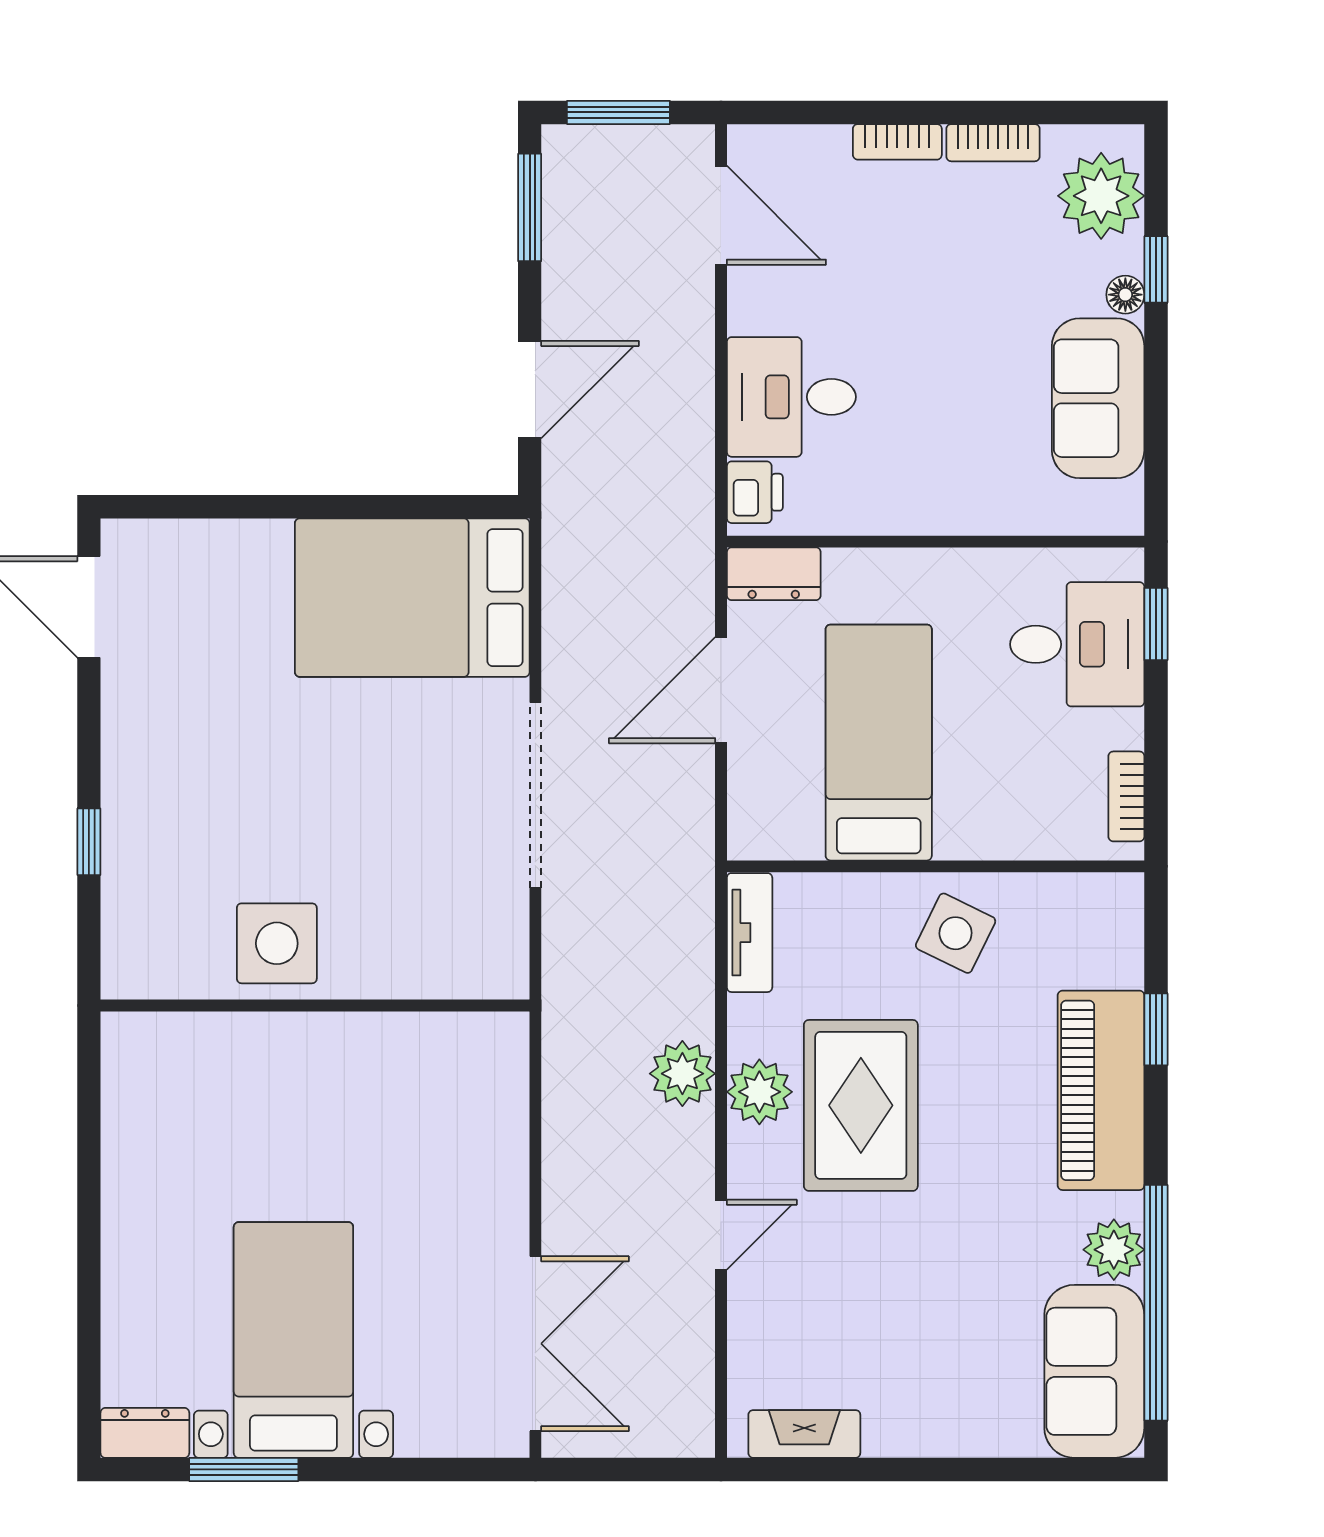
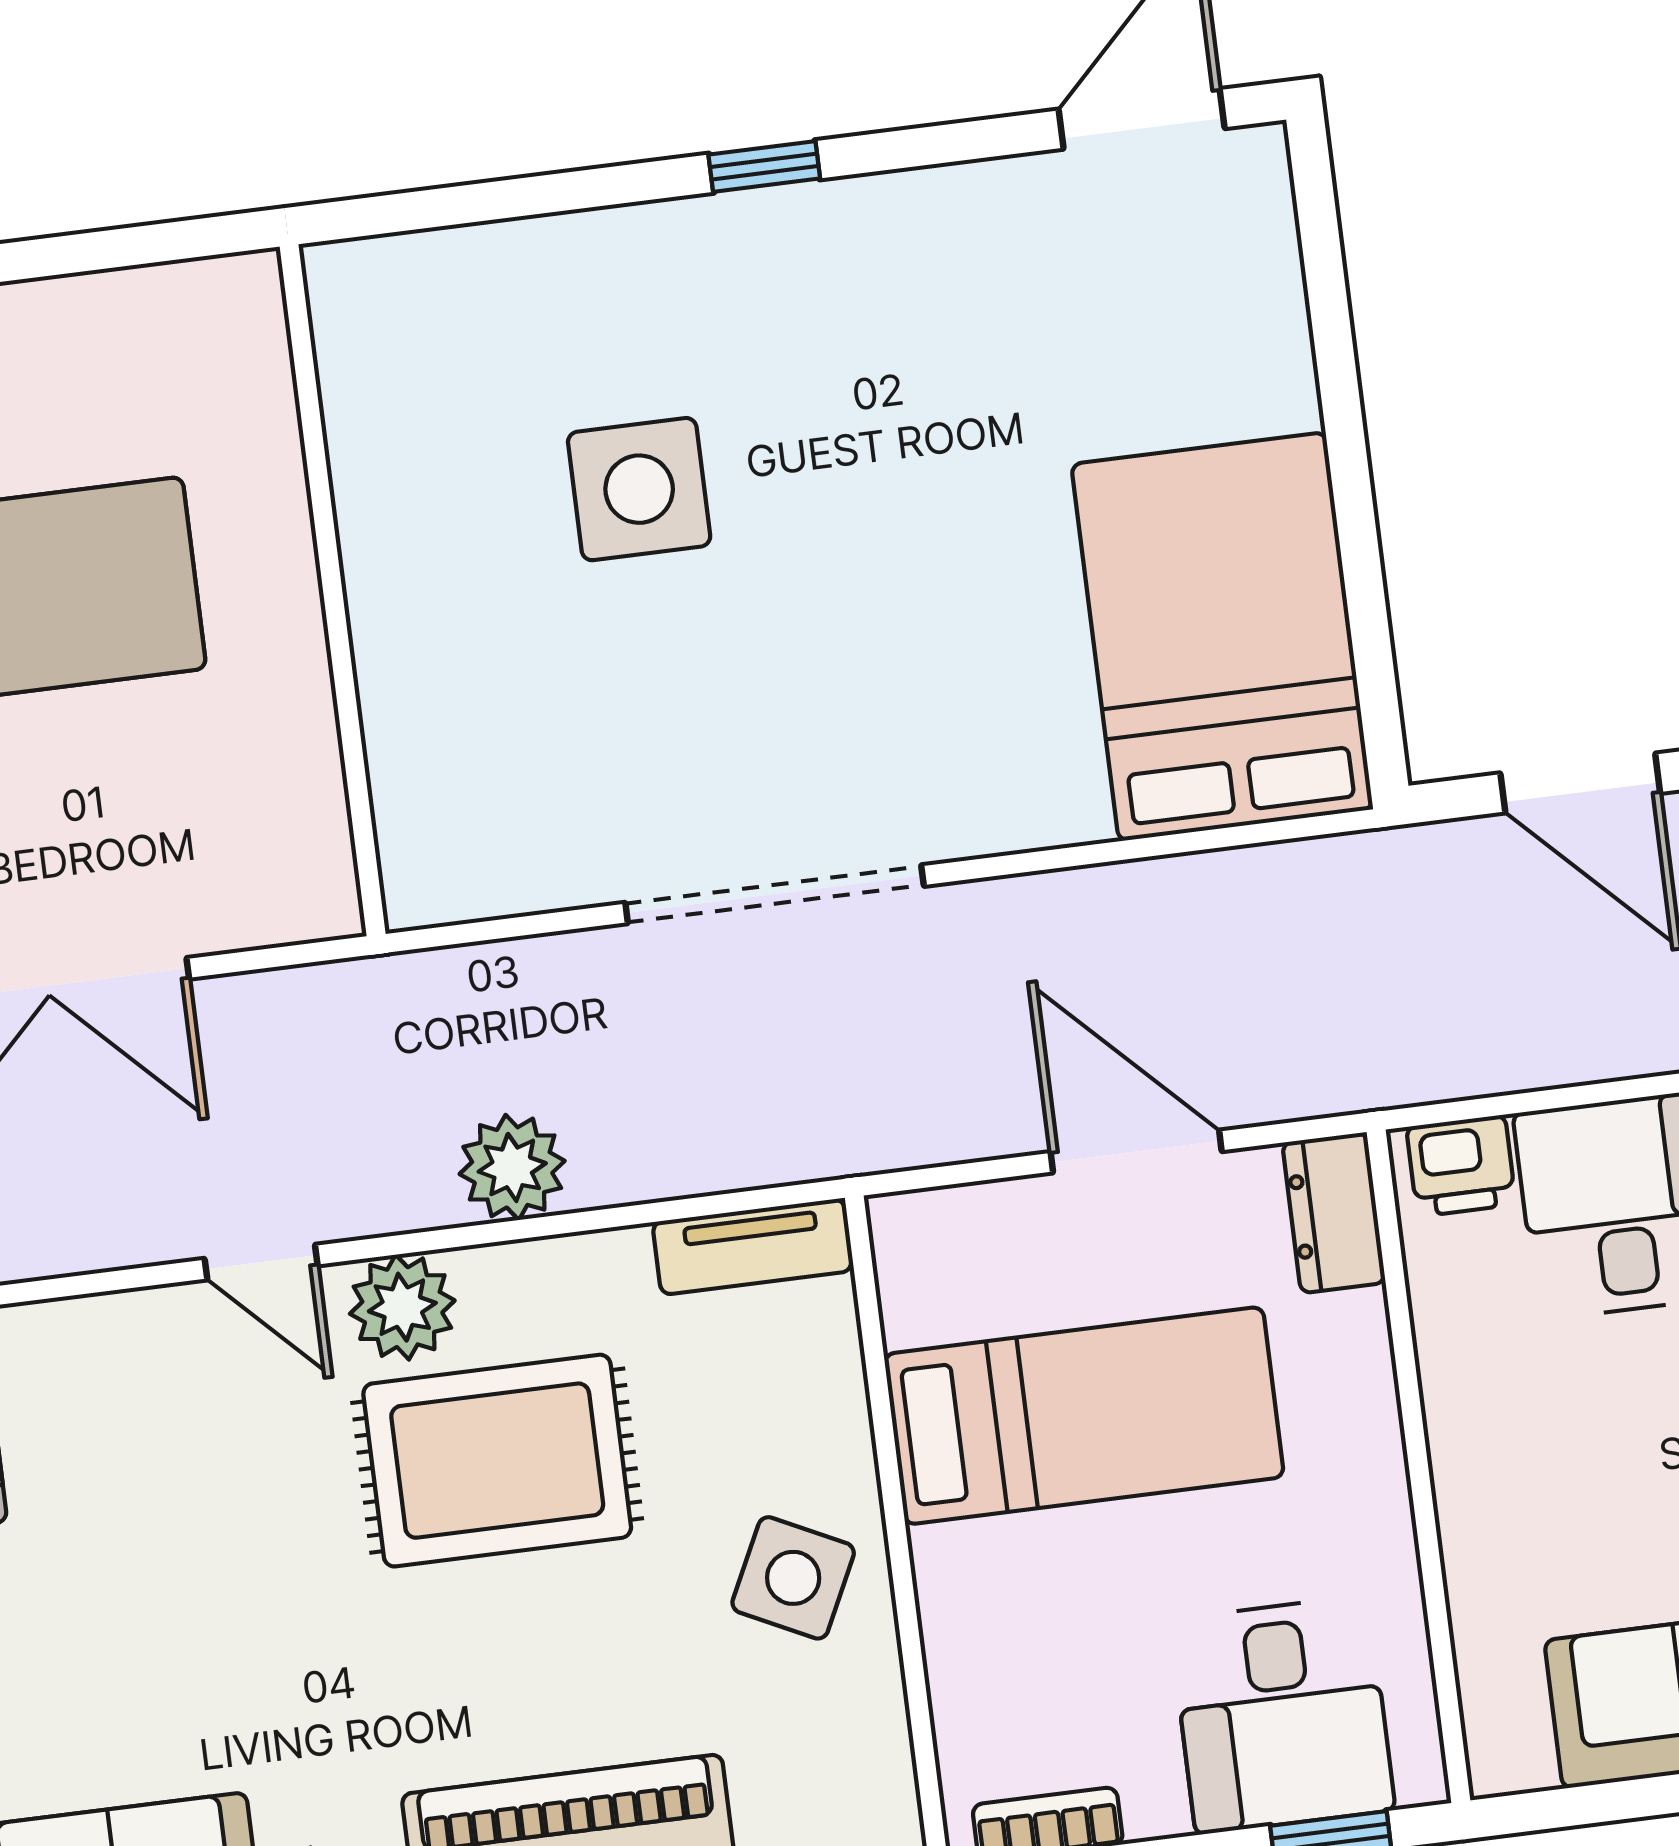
doorway: (535, 795) -> (775, 894), moved
wall: (315, 1005) -> (333, 590), moved
plant: (759, 1092) -> (402, 1307), moved

